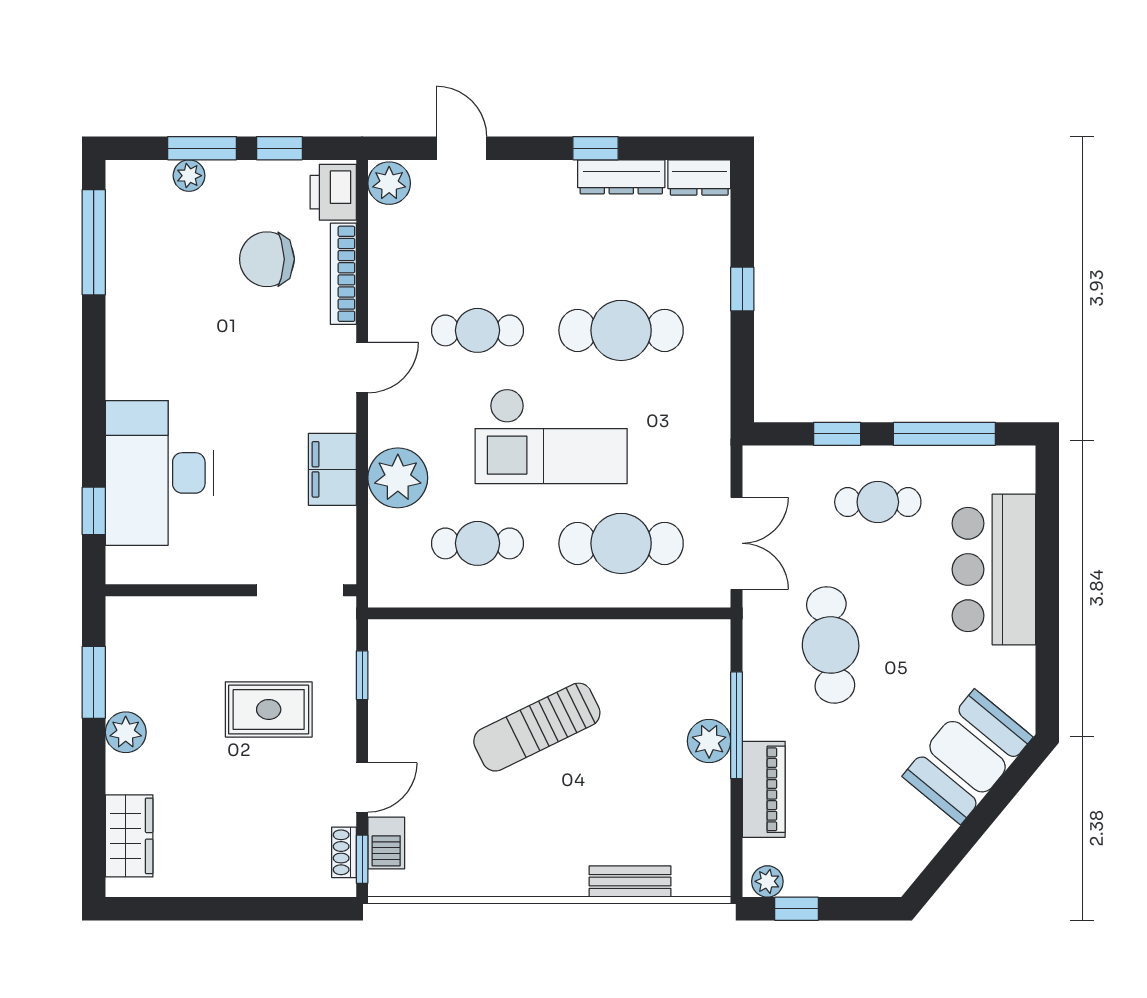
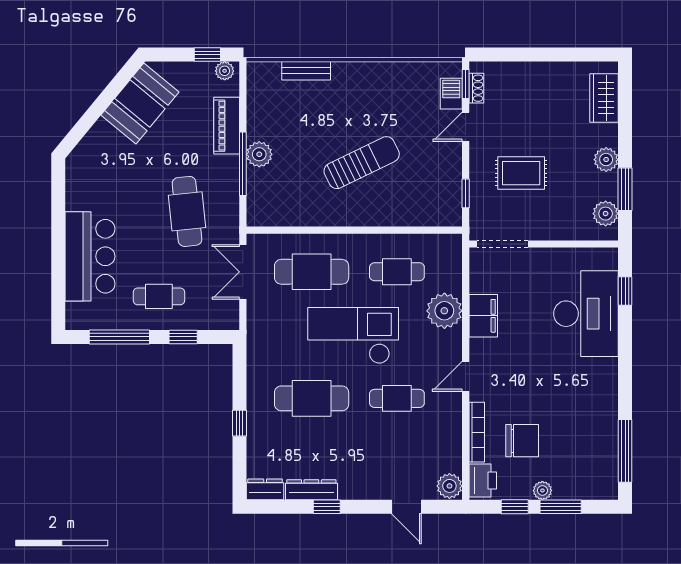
plant: (189, 176) -> (542, 490), moved
plant: (127, 641) -> (606, 214), added
booth: (968, 757) -> (140, 104), moved

